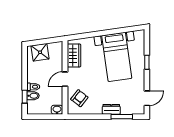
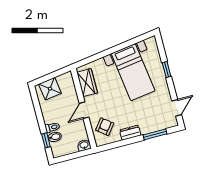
dresser: (111, 109) -> (130, 133), moved

